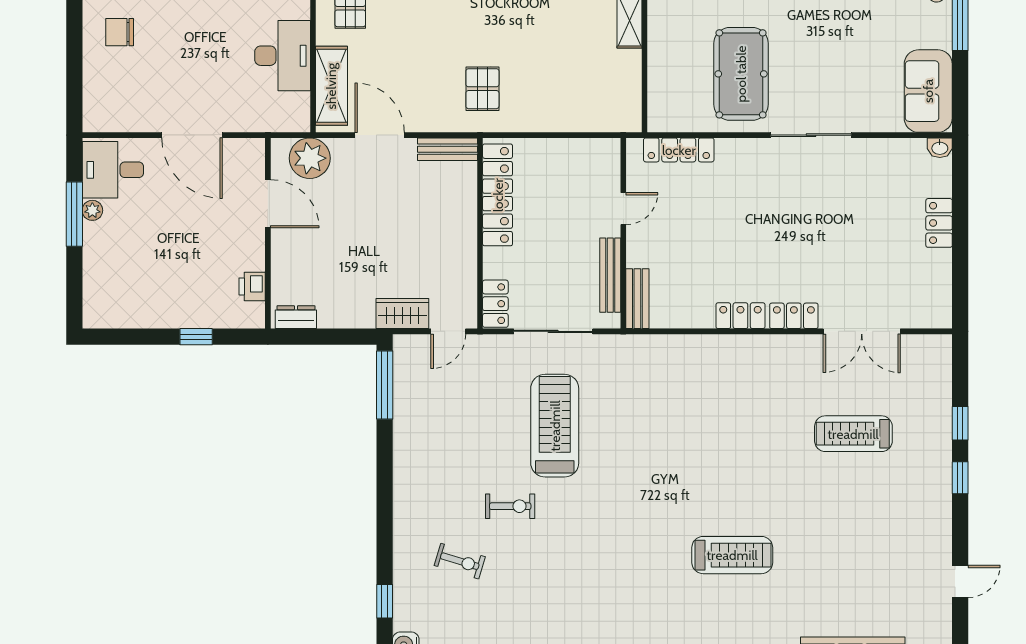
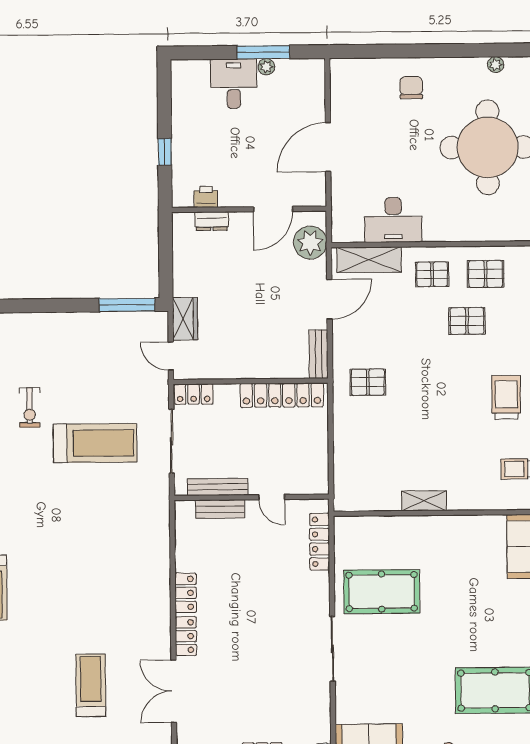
desk: (113, 170) -> (234, 84), moved
bench: (637, 299) -> (220, 509), moved
dresser: (296, 317) -> (212, 221), moved, turned 90

